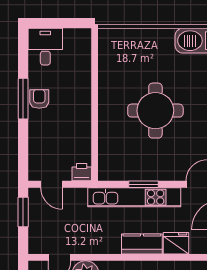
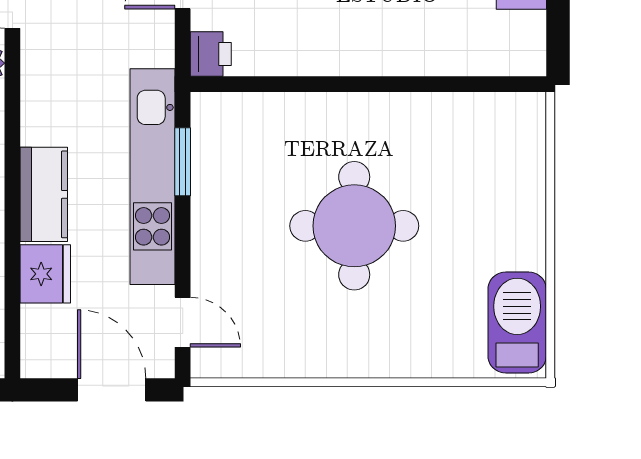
window: (143, 184) -> (183, 162), moved

